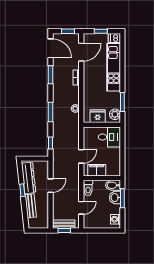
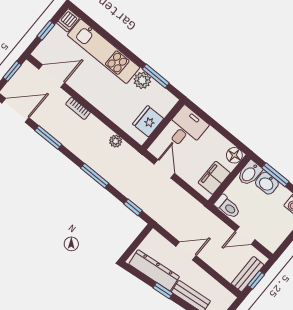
door: (81, 52) -> (52, 76), hinge flipped
plant: (115, 114) -> (142, 80), moved
door: (81, 156) -> (164, 169), moved
floor lamp: (115, 171) -> (234, 155), added
door: (50, 186) -> (186, 251), hinge flipped
door: (81, 208) -> (245, 235), swing flipped

